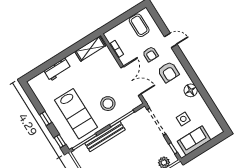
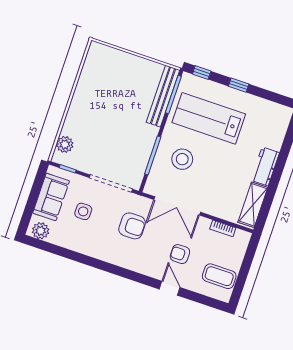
door: (171, 40) -> (170, 288), swing flipped
workbench: (58, 69) -> (265, 166), moved
armchair: (168, 72) -> (132, 226), moved, turned 180
floor lamp: (191, 90) -> (101, 250), removed
plant: (214, 127) -> (41, 231), added
bench: (105, 137) -> (163, 96), moved

